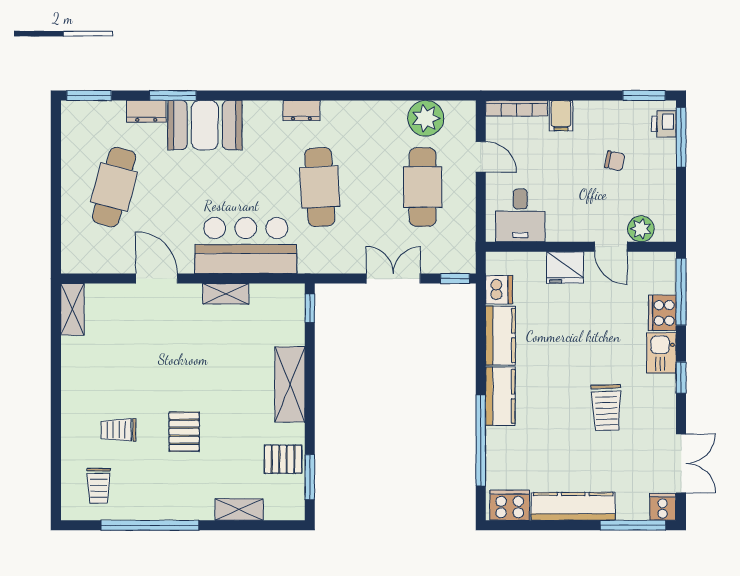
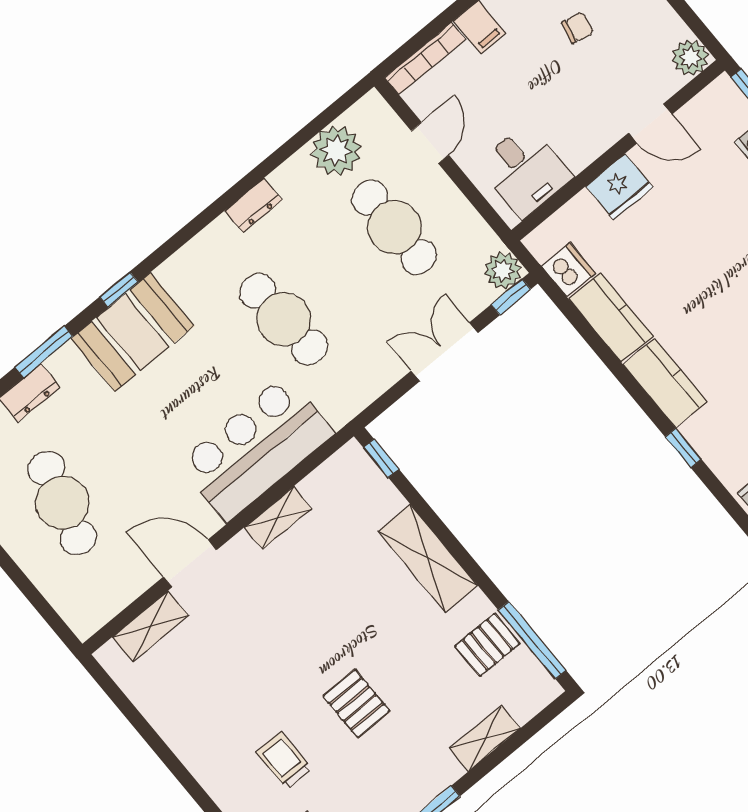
window: (243, 95) -> (119, 290), added
dresser: (301, 111) -> (253, 205), moved
booth: (205, 125) -> (133, 332), moved
door: (481, 157) -> (430, 143), hinge flipped
plant: (641, 229) -> (690, 58), moved
plant: (463, 260) -> (503, 271), added
shelving: (72, 309) -> (150, 626), moved, turned 90
trolley: (118, 430) -> (284, 760), turned 90
window: (481, 440) -> (683, 448), width x0.32
window: (310, 477) -> (532, 640), width x1.44

